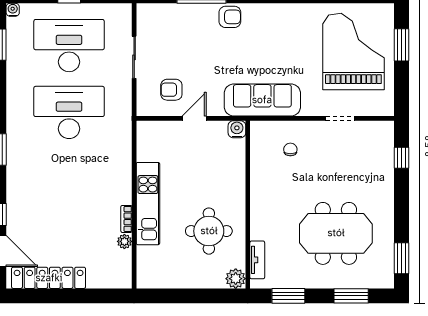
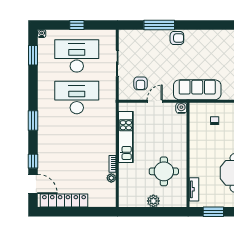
armchair: (171, 90) -> (141, 83), turned -90
kitchen unit: (148, 204) -> (126, 137), moved
plant: (236, 279) -> (153, 201), moved

